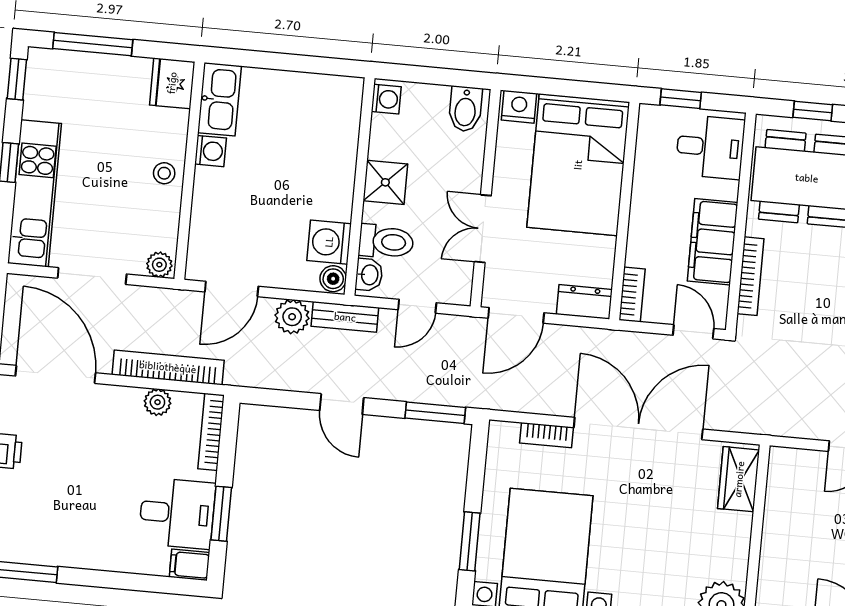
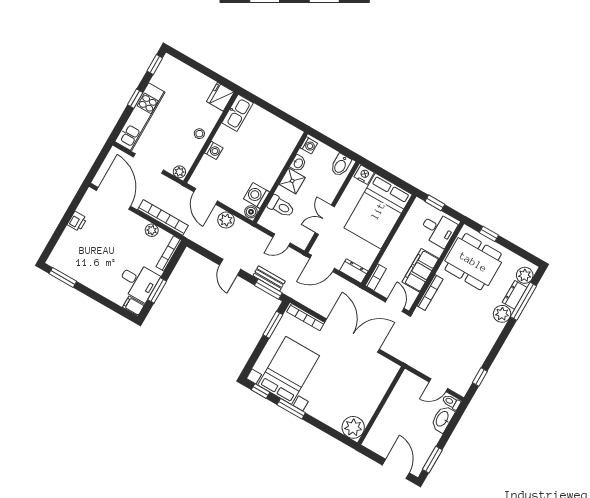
window: (93, 44) -> (194, 64), removed
washing machine: (211, 151) -> (214, 150), moved
washbasin: (369, 275) -> (298, 163), moved
door: (232, 289) -> (206, 196), hinge flipped
bench: (345, 317) -> (269, 278), moved
bookcase: (547, 435) -> (306, 317), width x1.56
wardrobe: (739, 479) -> (385, 377), removed
window: (470, 541) -> (273, 325), moved

